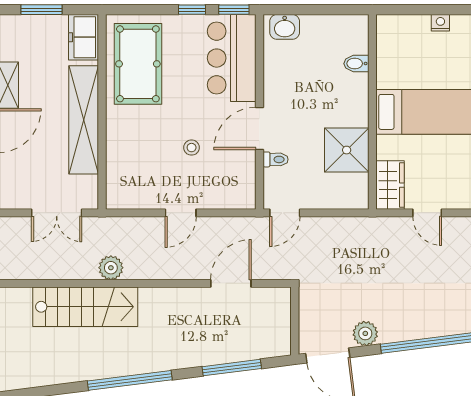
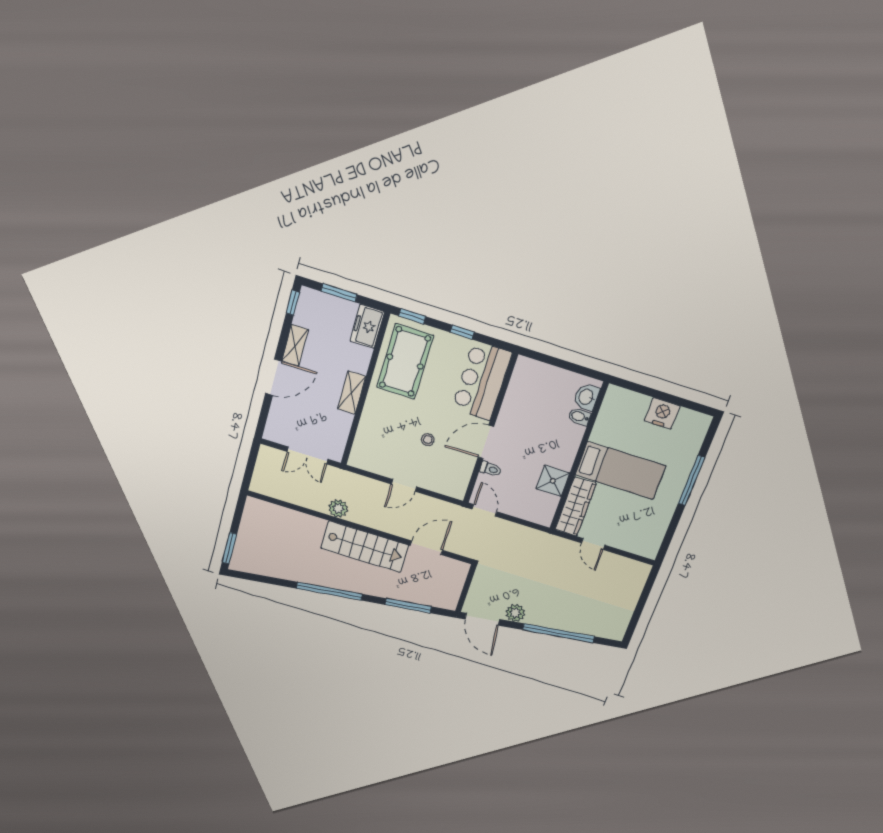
window: (234, 10) -> (412, 316), moved
nightstand: (440, 23) -> (662, 413), width x1.89, depth x1.79
washbasin: (285, 27) -> (586, 397), moved, turned 90
shelving: (84, 120) -> (352, 393), width x0.45, depth x0.75
shower: (347, 150) -> (553, 481), width x0.73, depth x0.73
wardrobe: (390, 185) -> (576, 507), width x1.50
door: (285, 213) -> (484, 510), swing flipped
stairs: (85, 307) -> (365, 547), moved

